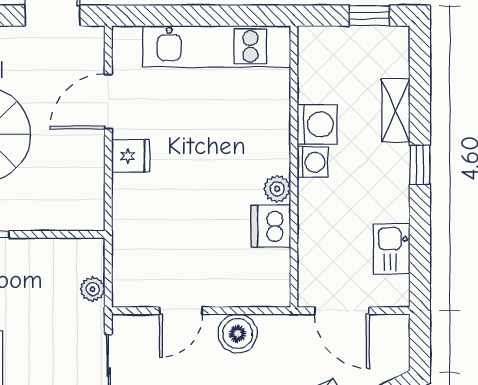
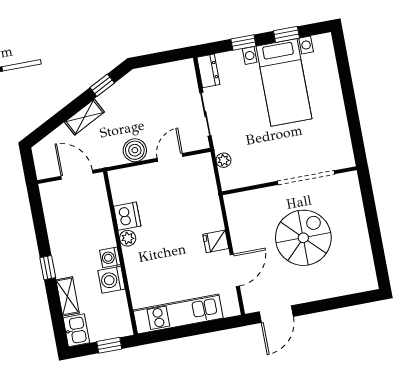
window: (369, 16) -> (109, 345), moved
kitchen sink: (392, 249) -> (76, 330), moved

